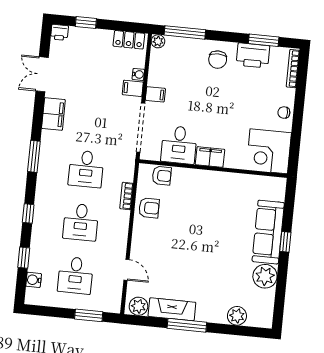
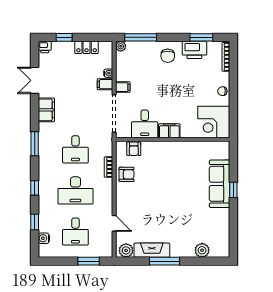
locker: (129, 40) -> (87, 47), moved
armchair: (162, 176) -> (134, 149), turned 90
desk: (81, 222) -> (75, 190), width x1.37
plant: (265, 276) -> (220, 218), removed

